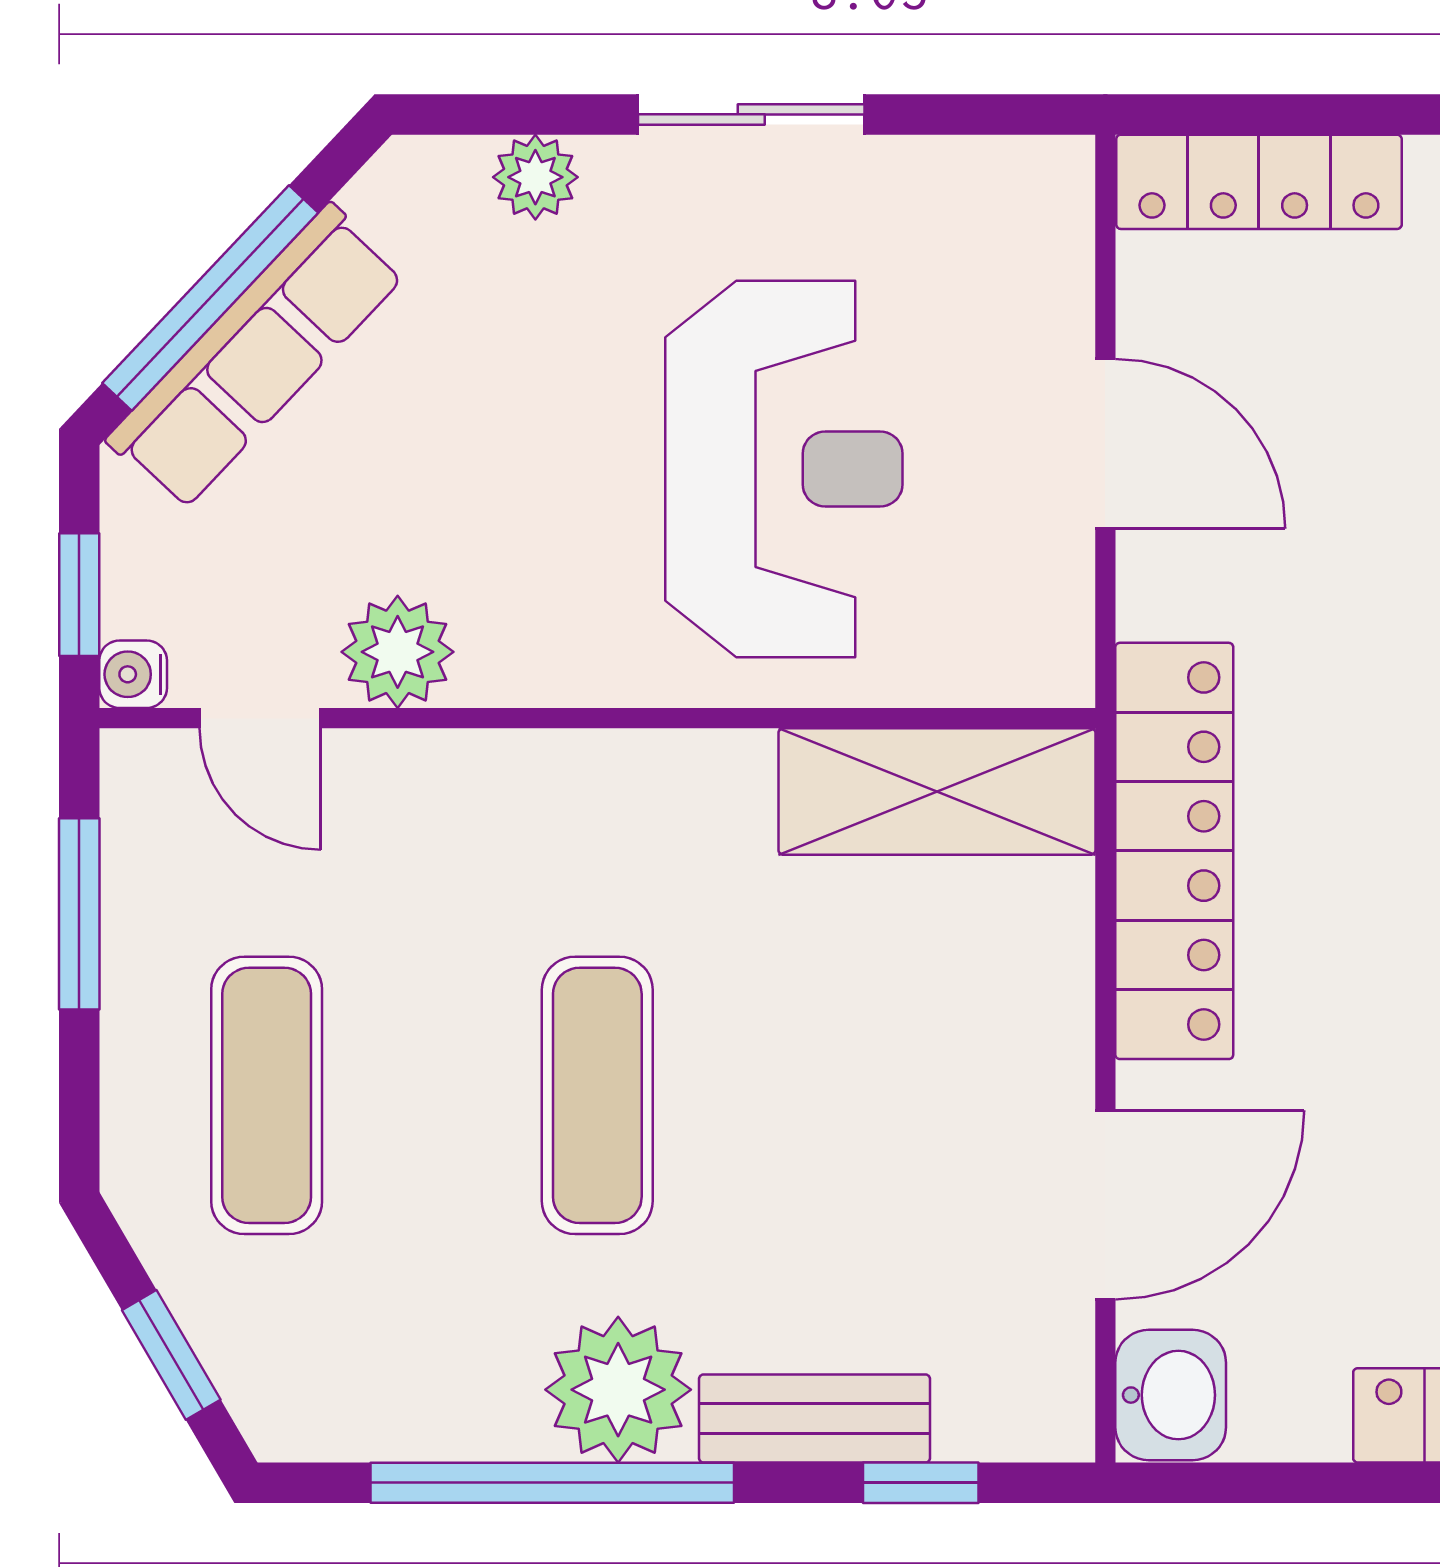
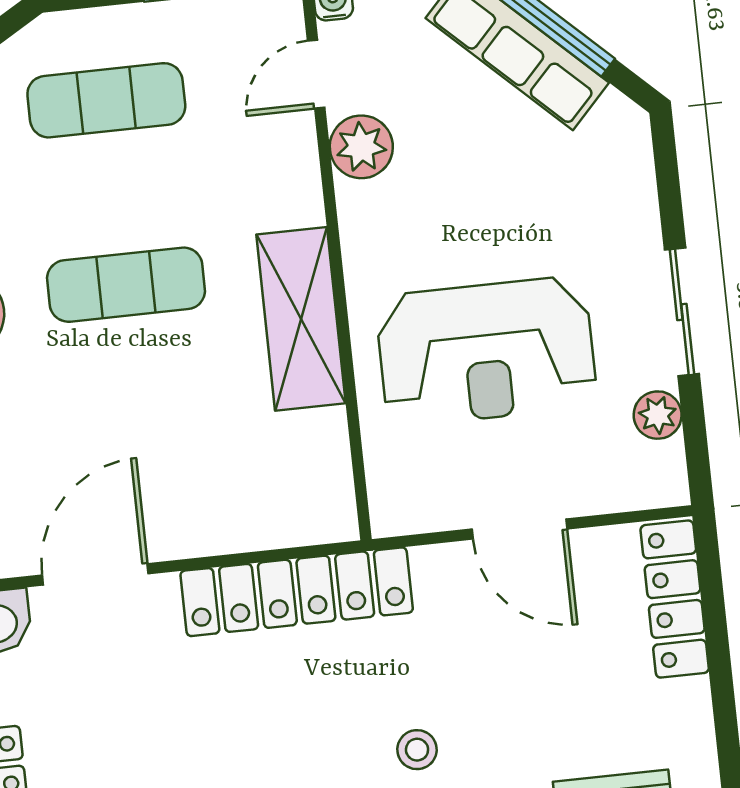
plant: (535, 177) -> (658, 415), moved
door: (1105, 444) -> (520, 529), hinge flipped
shelving: (937, 791) -> (301, 319), moved
door: (1105, 1205) -> (95, 574), swing flipped

